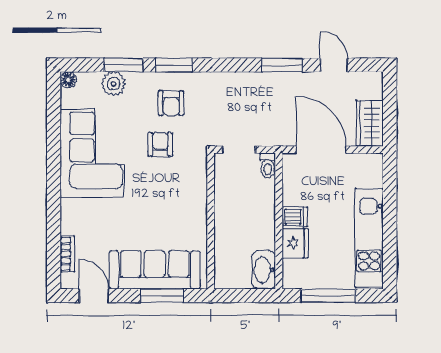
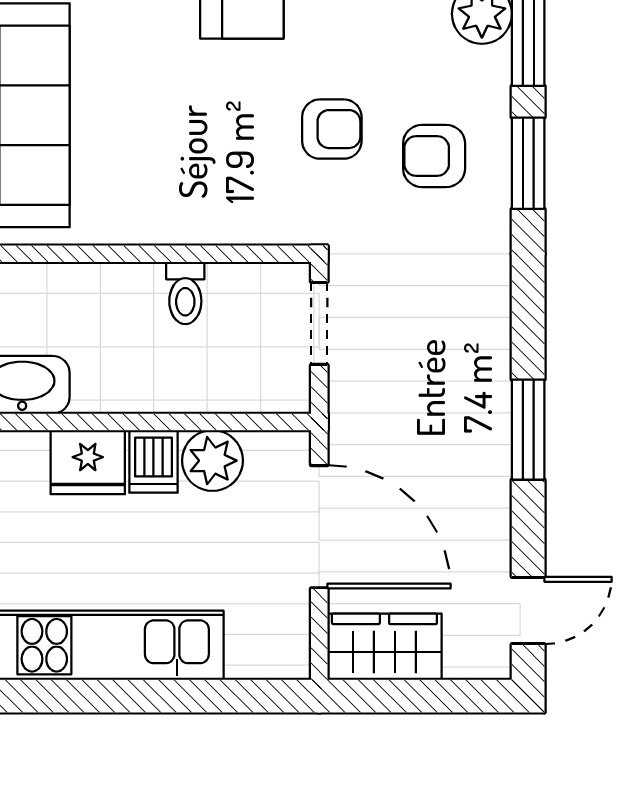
door: (334, 65) -> (528, 611), moved
door: (321, 150) -> (319, 527), hinge flipped
toilet: (268, 165) -> (185, 293), moved, turned -90
plant: (294, 193) -> (212, 461), added

